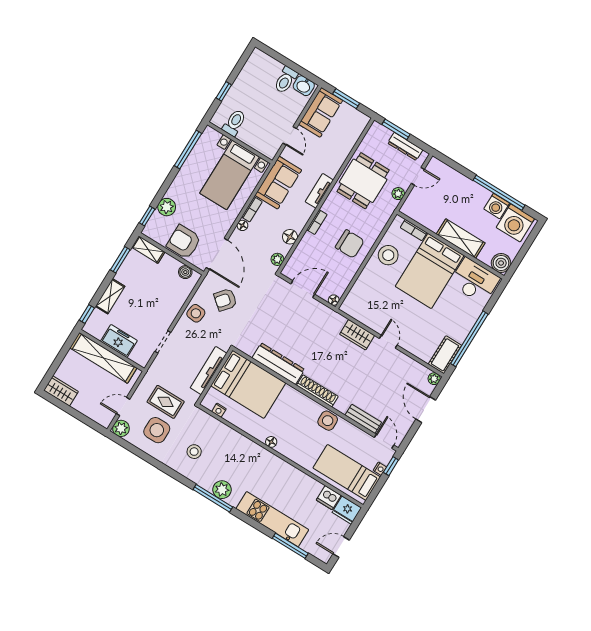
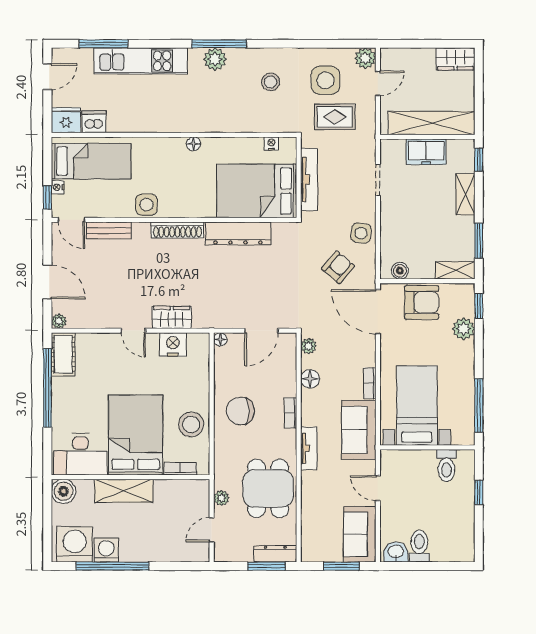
dresser: (405, 146) -> (275, 554), moved
floor lamp: (242, 225) -> (369, 359), removed
nightstand: (368, 316) -> (173, 345), added

